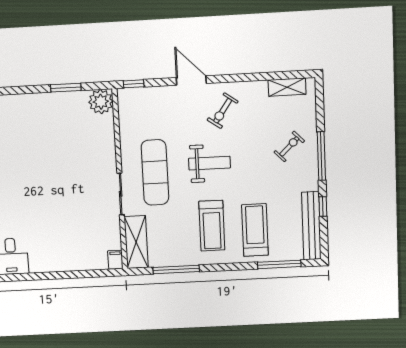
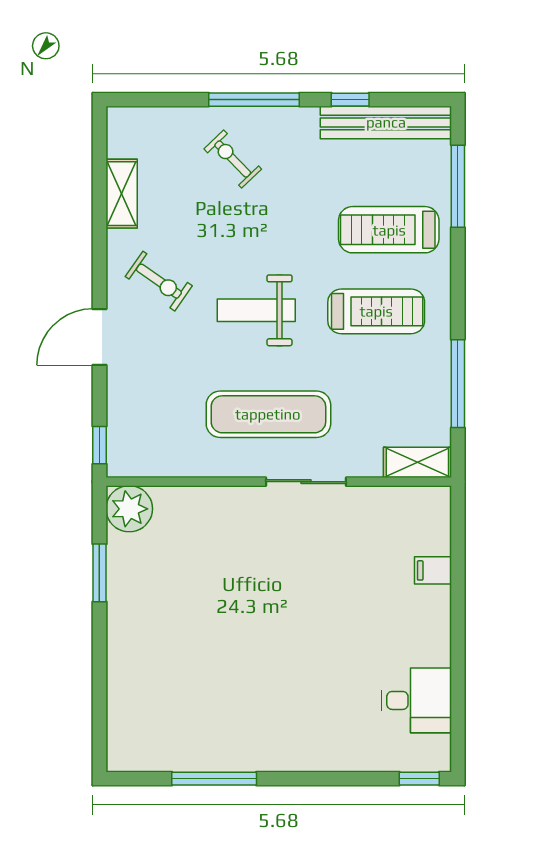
shelving: (287, 87) -> (122, 194), moved
weight bench: (209, 163) -> (256, 310), turned -90
shelving: (136, 242) -> (417, 462), width x0.67, depth x0.75
filing cabinet: (115, 260) -> (433, 570), moved

